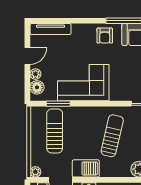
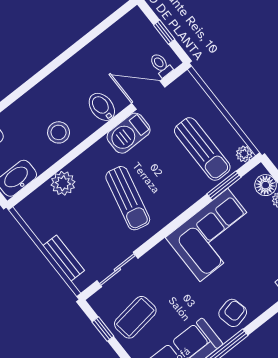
armchair: (105, 36) -> (233, 313), turned 77
plant: (35, 172) -> (244, 154), moved

